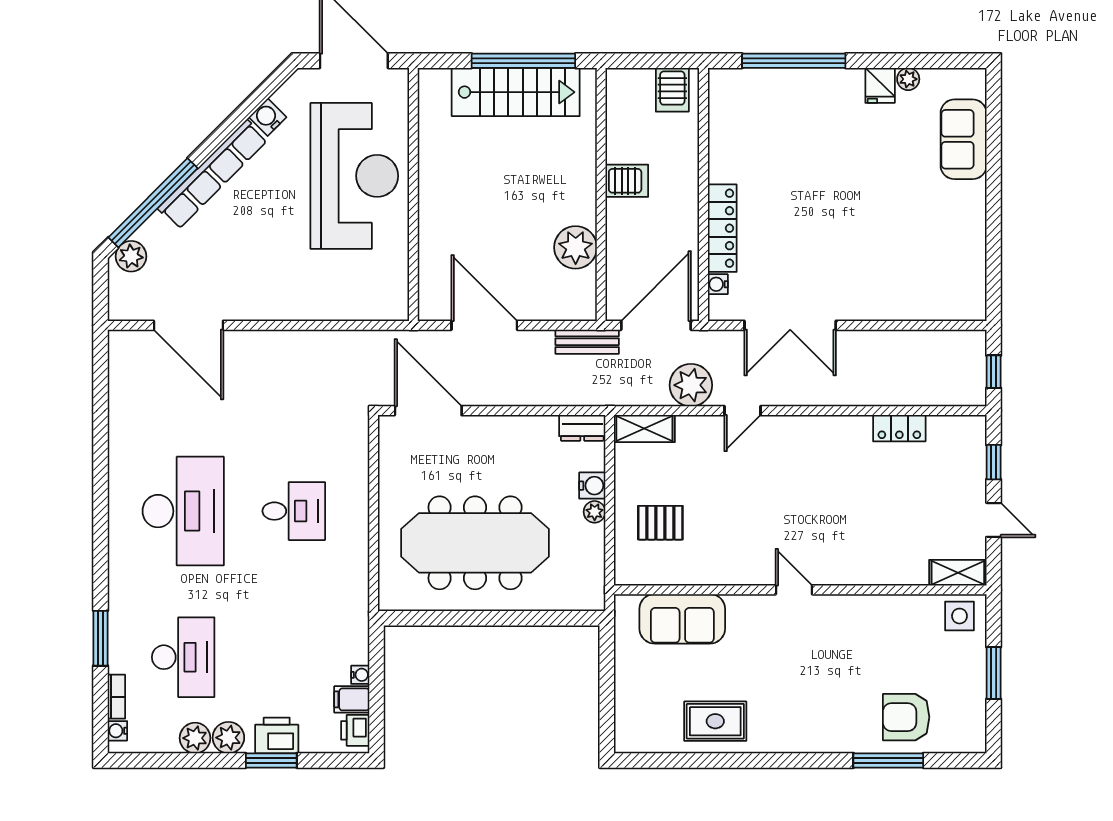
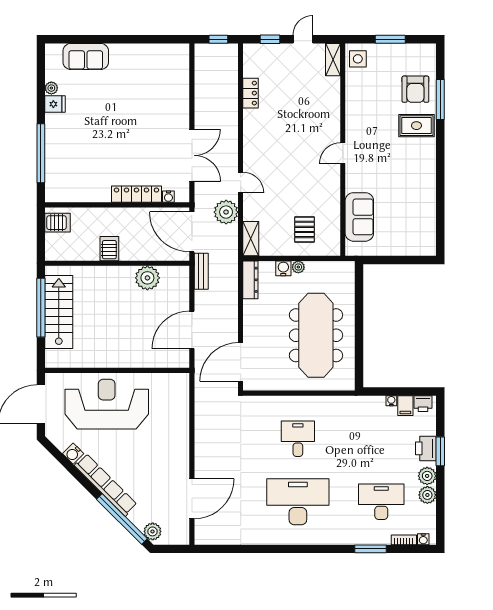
dresser: (582, 428) -> (250, 280), width x1.44
rug: (715, 721) -> (416, 126), moved, turned 90

